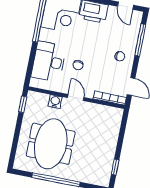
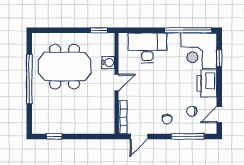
chair: (78, 65) -> (192, 111), moved

